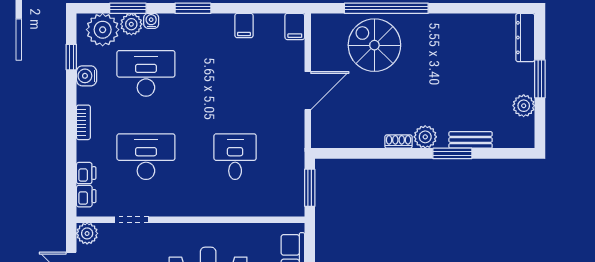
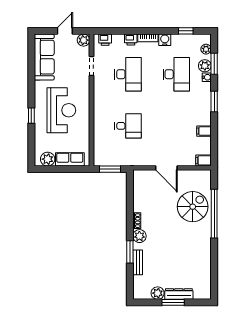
plant: (103, 30) -> (206, 49), width x0.53, depth x0.53
dresser: (525, 38) -> (179, 294), moved
water cooler: (87, 76) -> (165, 40), moved
printer: (86, 173) -> (131, 40), moved

